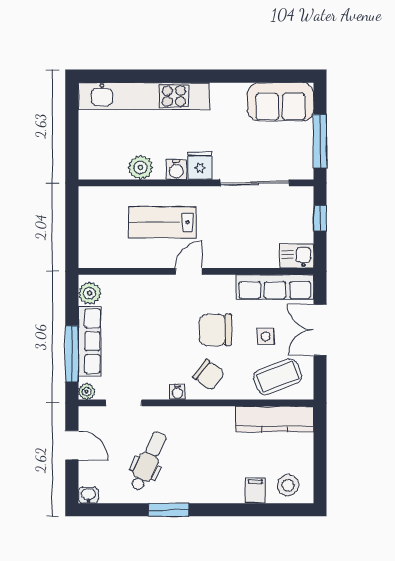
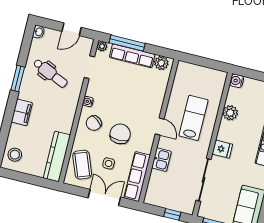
water cooler: (176, 170) -> (237, 81), moved
kitchen sink: (297, 256) -> (161, 160), moved
filing cabinet: (255, 490) -> (22, 112), moved, width x2.00

